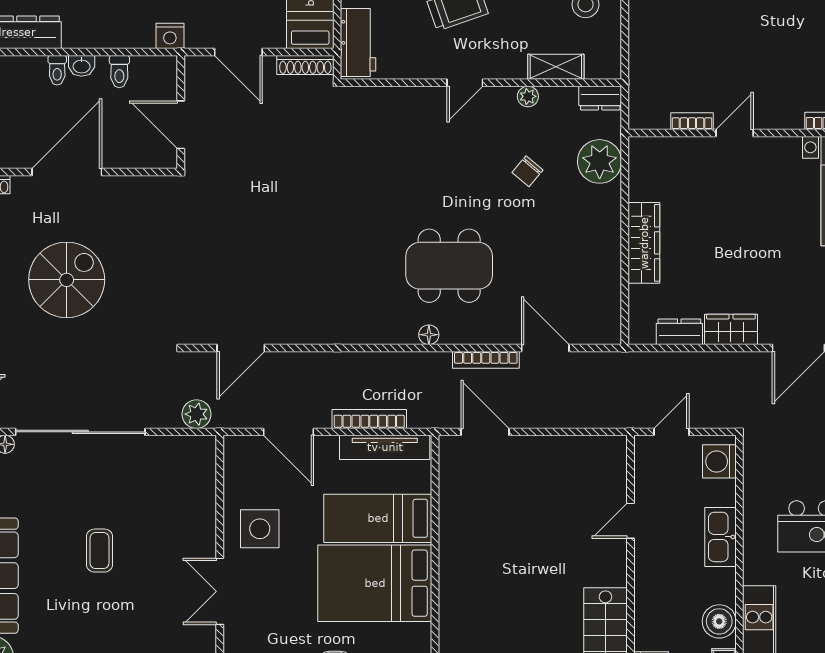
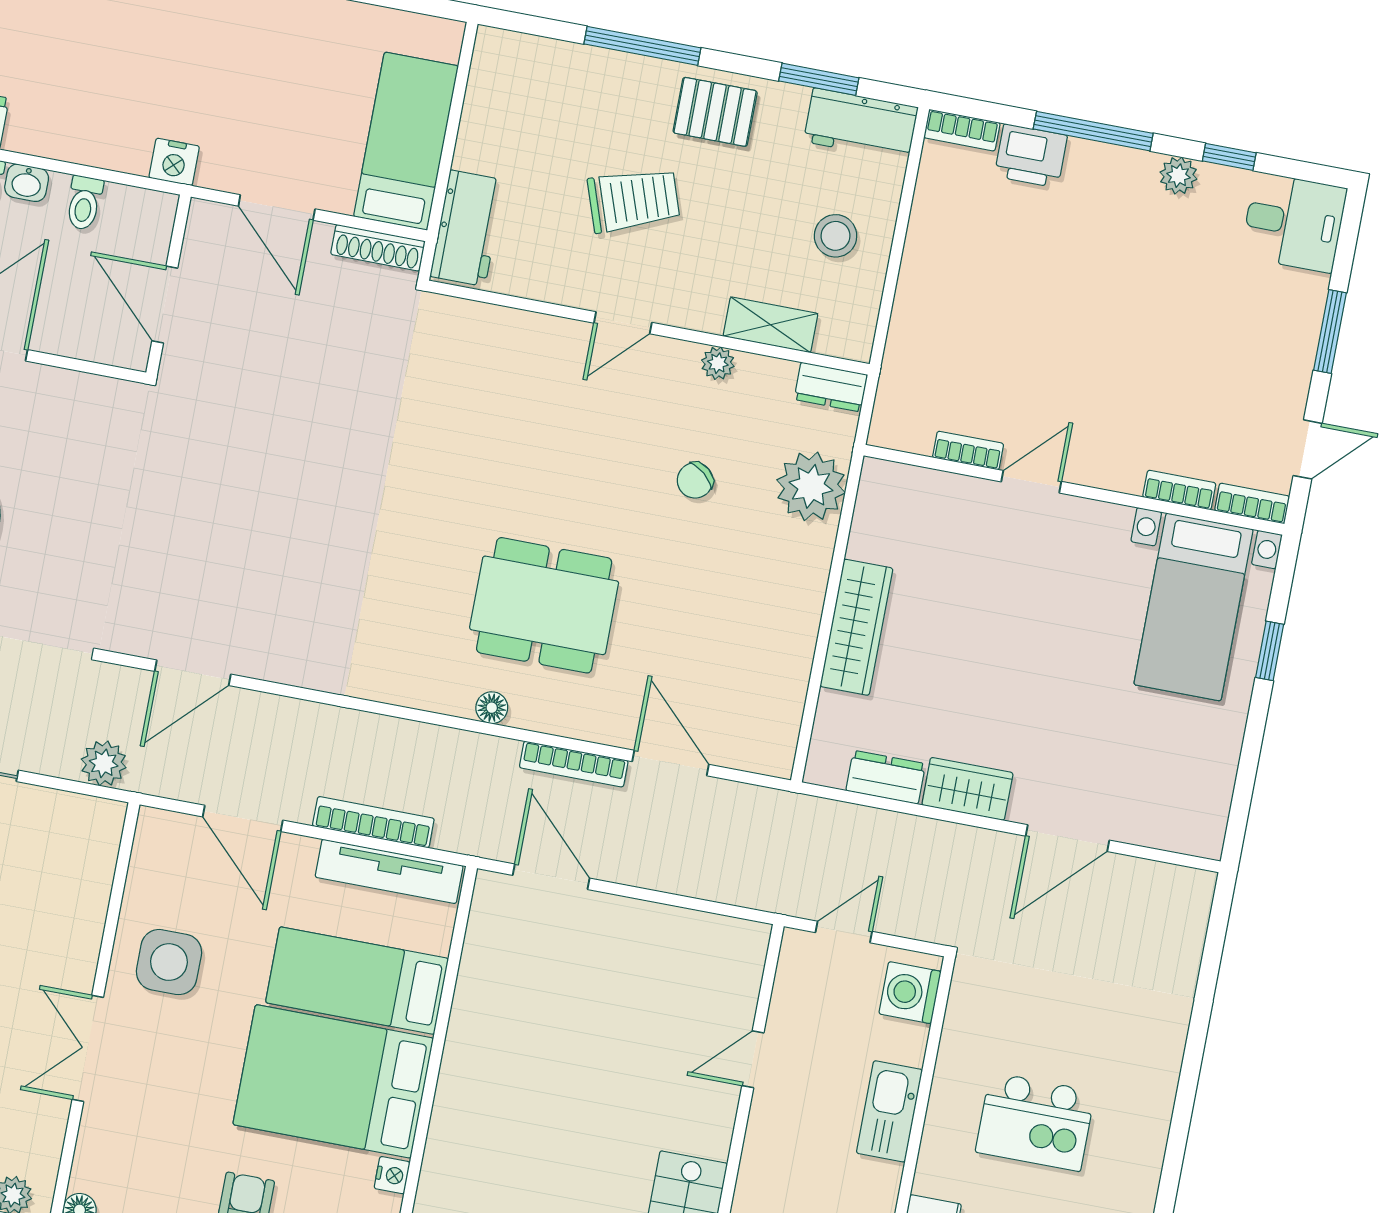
nightstand: (422, 634) -> (392, 1175), added

